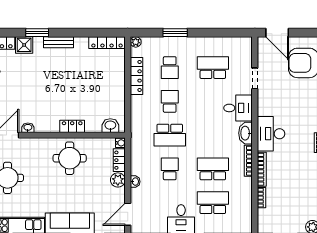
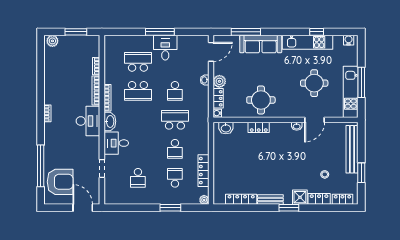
locker: (107, 43) -> (241, 199), moved
school desk: (213, 68) -> (138, 178), width x0.54
school desk: (213, 203) -> (138, 62), turned 180

